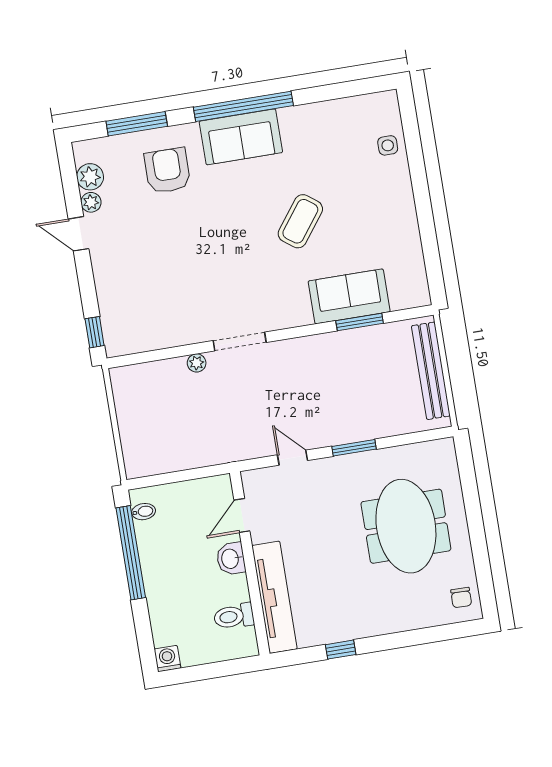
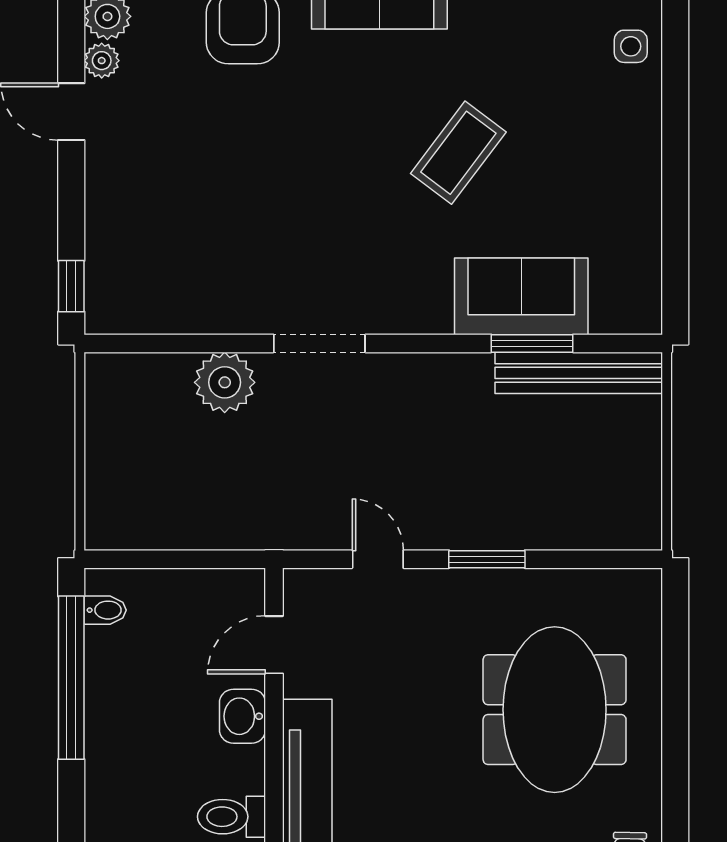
plant: (197, 363) -> (225, 382), width x1.88, depth x1.88
bench: (431, 371) -> (579, 373), moved, turned 90

